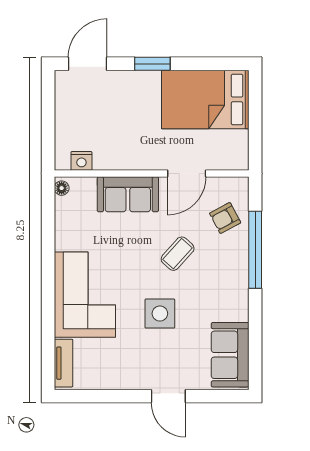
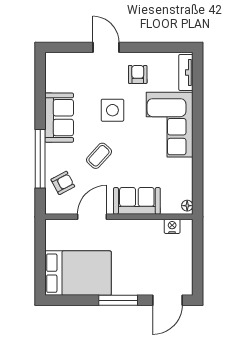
window: (152, 64) -> (118, 300), width x1.44
sofa: (230, 355) -> (59, 118), moved
armchair: (127, 361) -> (138, 74), added

